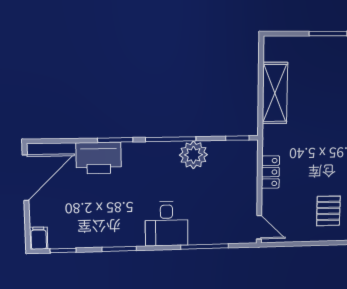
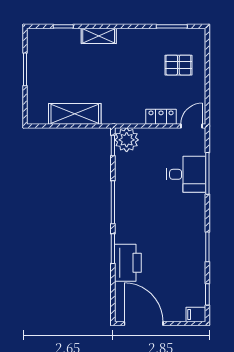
plant: (193, 155) -> (127, 140), moved
locker: (270, 172) -> (161, 117), moved
desk: (167, 224) -> (186, 174), moved

